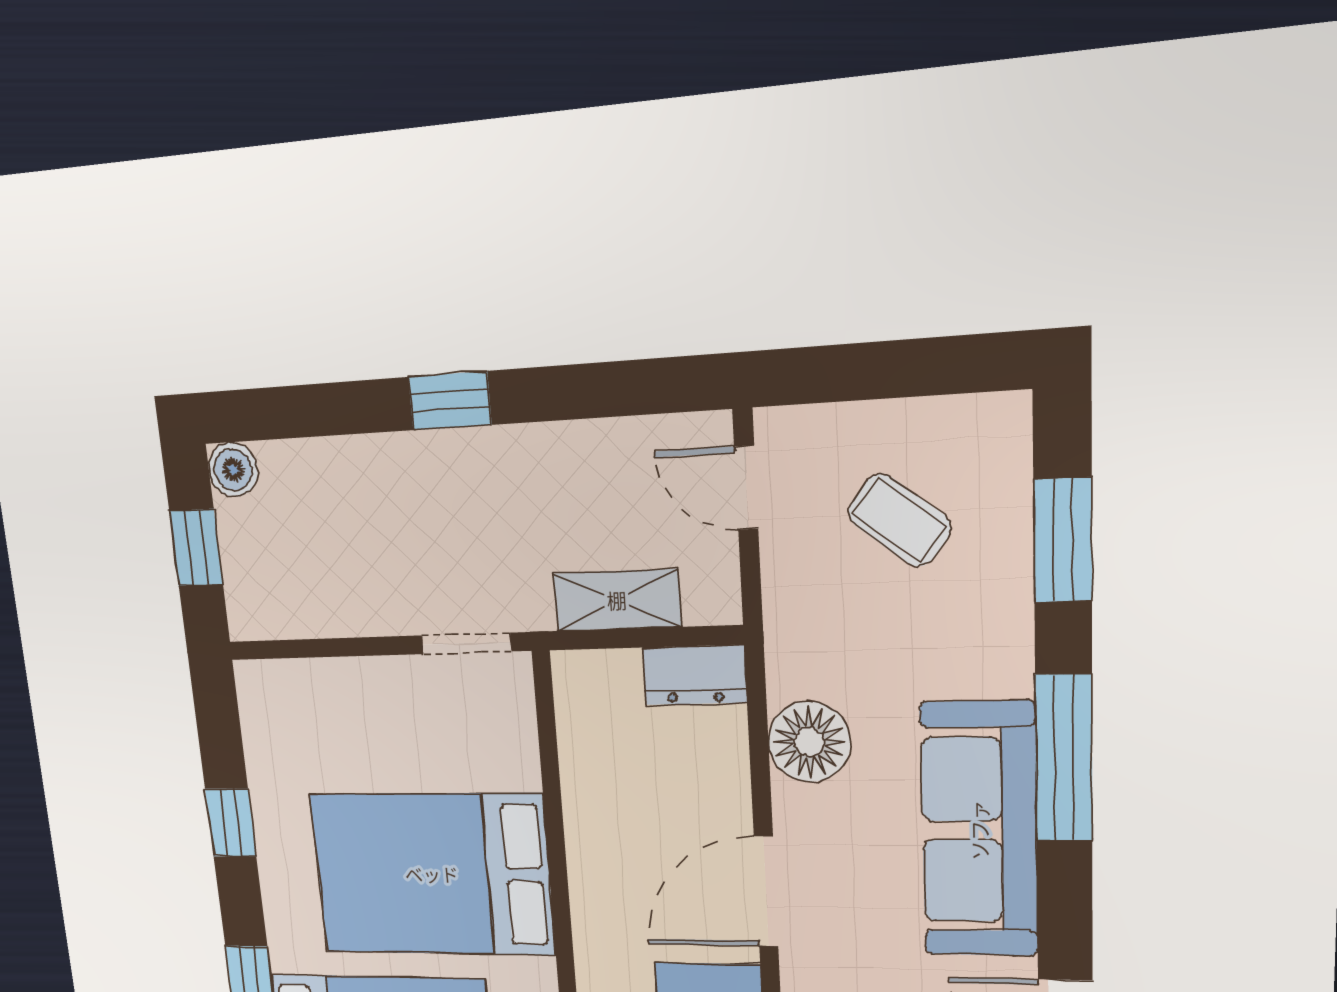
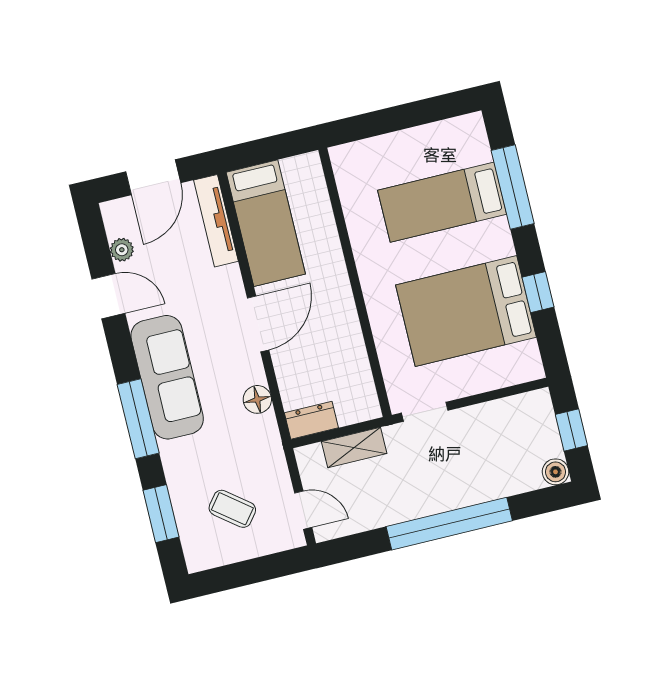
window: (450, 401) -> (449, 524), width x3.17
floor lamp: (809, 742) -> (257, 399), width x0.73, depth x0.73
bed: (432, 874) -> (466, 311), moved, turned 180

